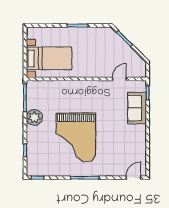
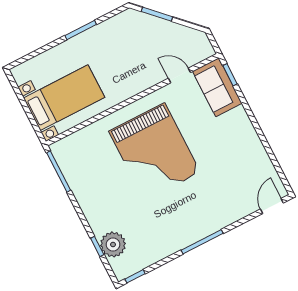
door: (119, 79) -> (179, 75), hinge flipped
sofa: (137, 108) -> (217, 87), moved
plant: (34, 117) -> (113, 244), moved
grand piano: (76, 138) -> (154, 152), moved

